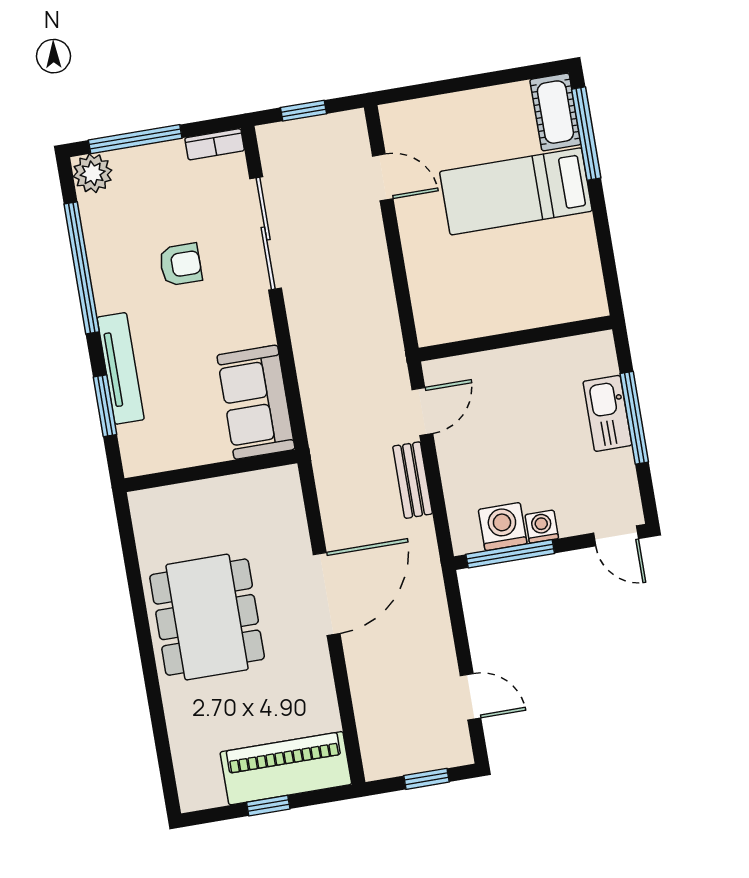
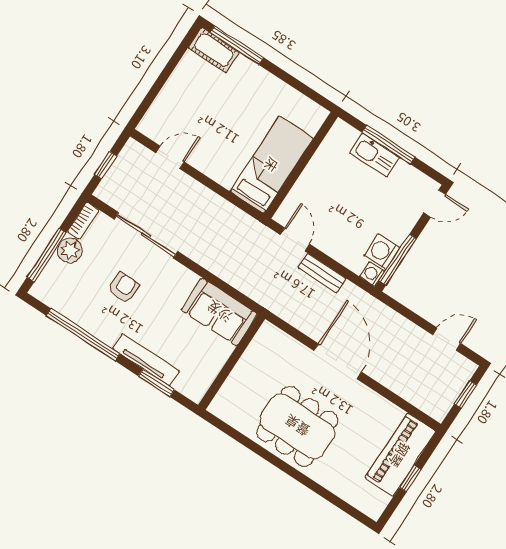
plant: (93, 173) -> (70, 250), moved
bed: (516, 191) -> (272, 165), moved, turned 180
washing machine: (542, 527) -> (372, 274), moved

